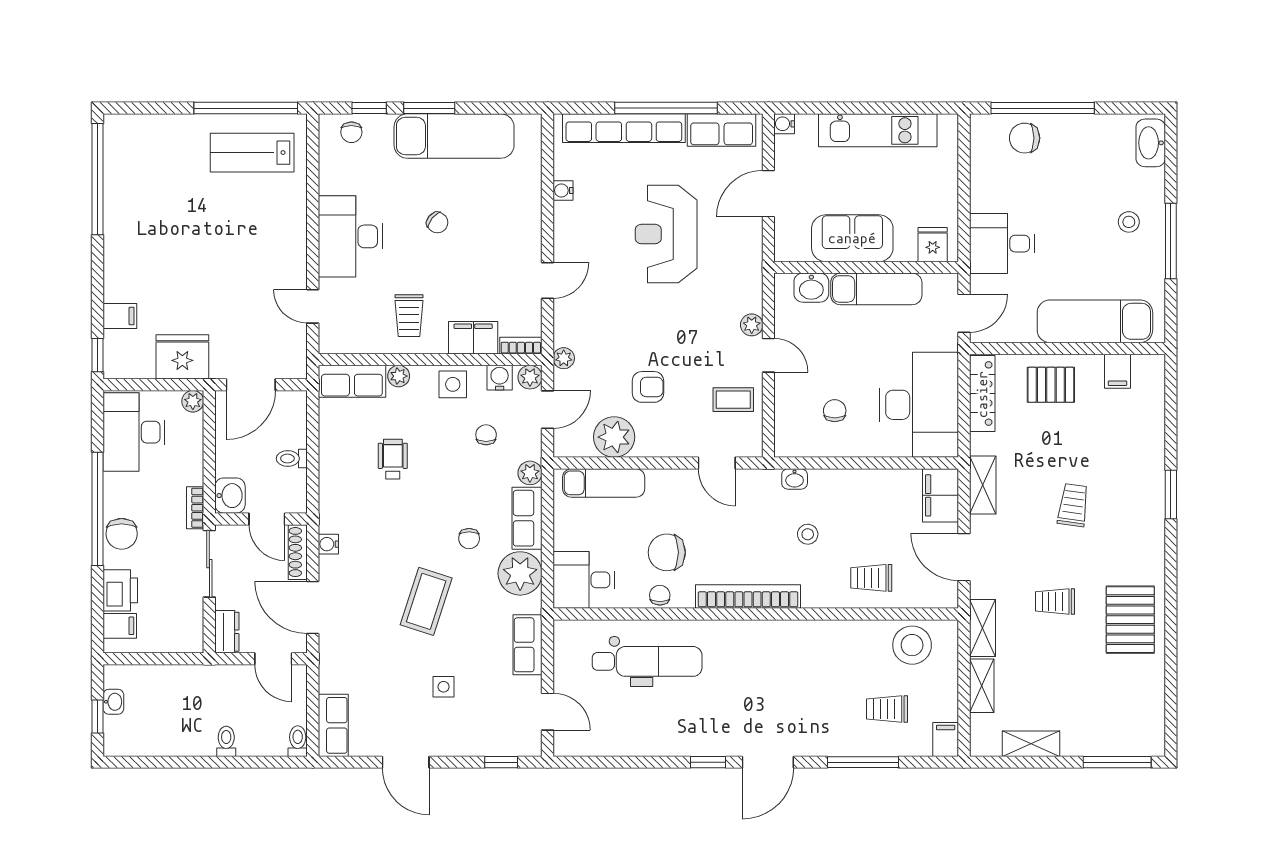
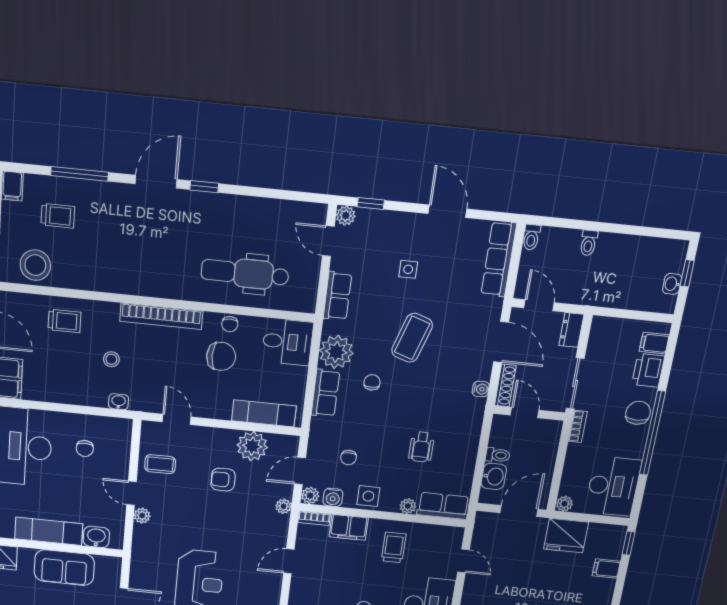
plant: (530, 473) -> (346, 216), moved
washbasin: (230, 496) -> (494, 476), moved, turned 180
row of seats: (333, 725) -> (499, 259), width x1.48

